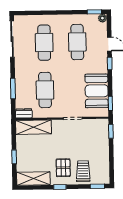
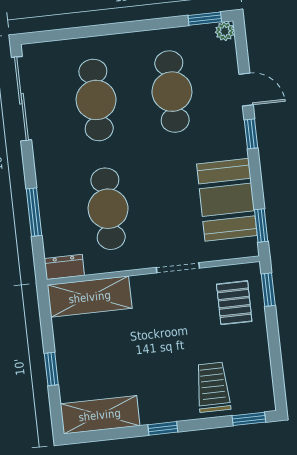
pallet: (63, 168) -> (234, 303), moved

